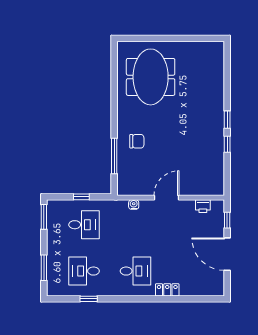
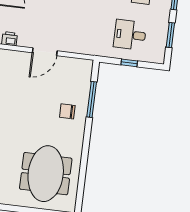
water cooler: (134, 205) -> (78, 49), removed
window: (44, 217) -> (170, 35), moved

